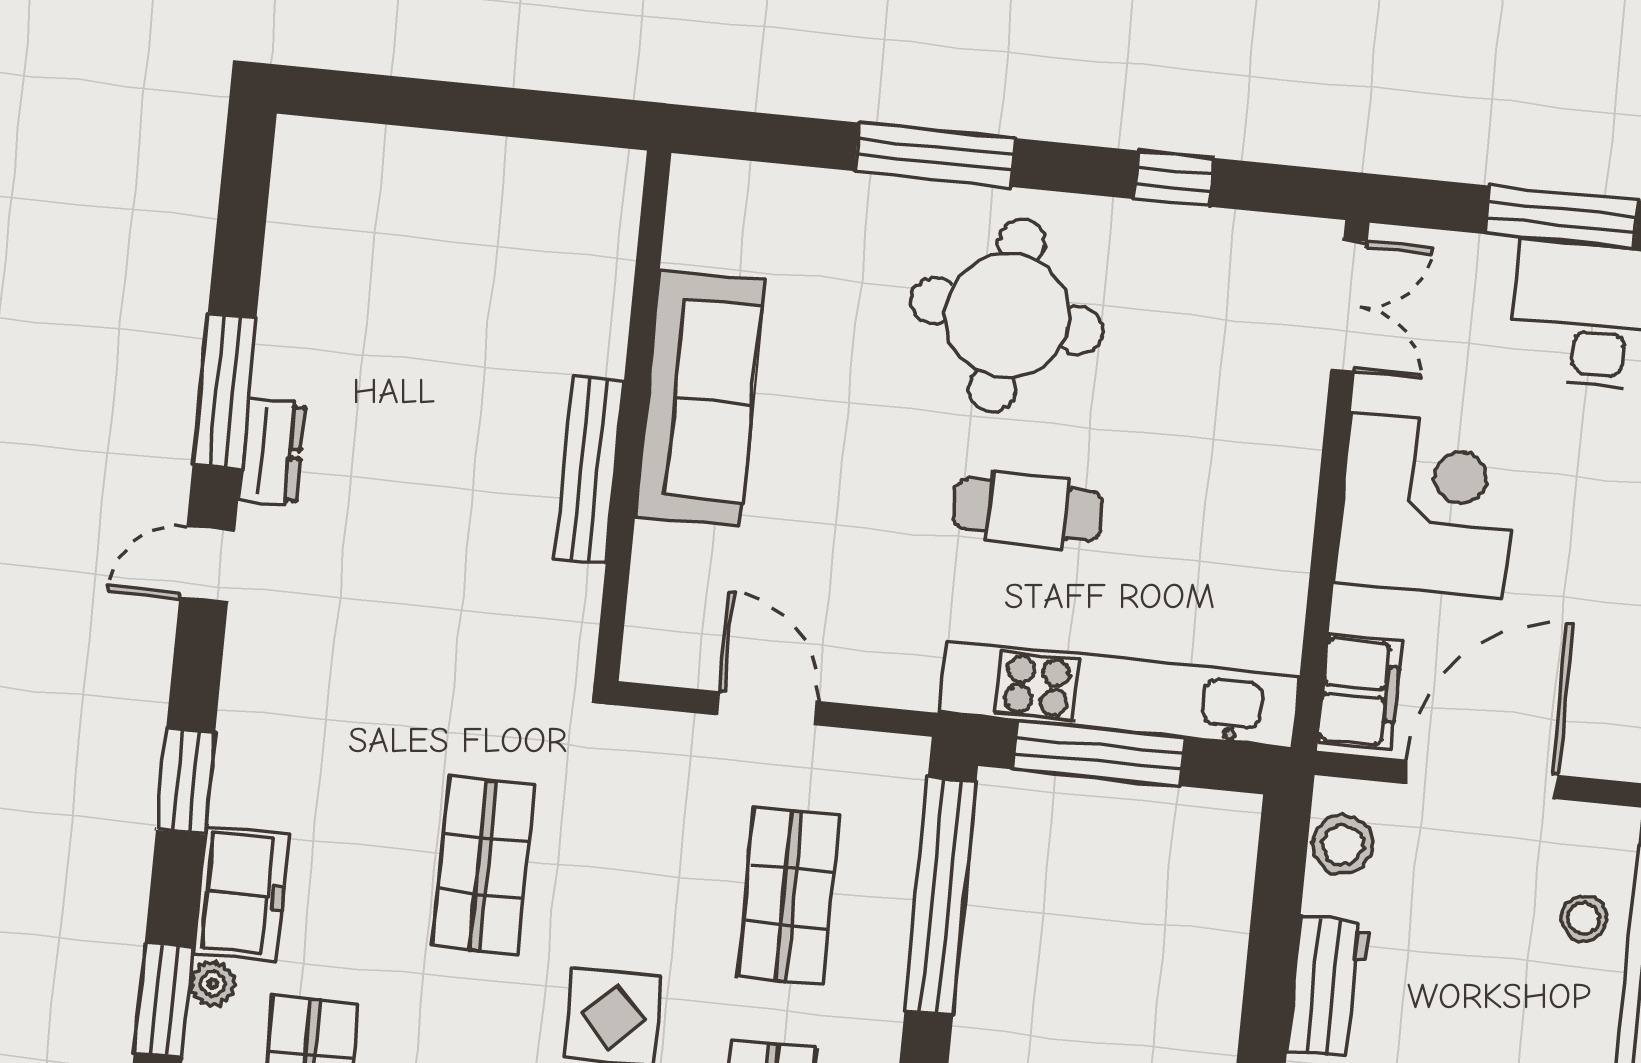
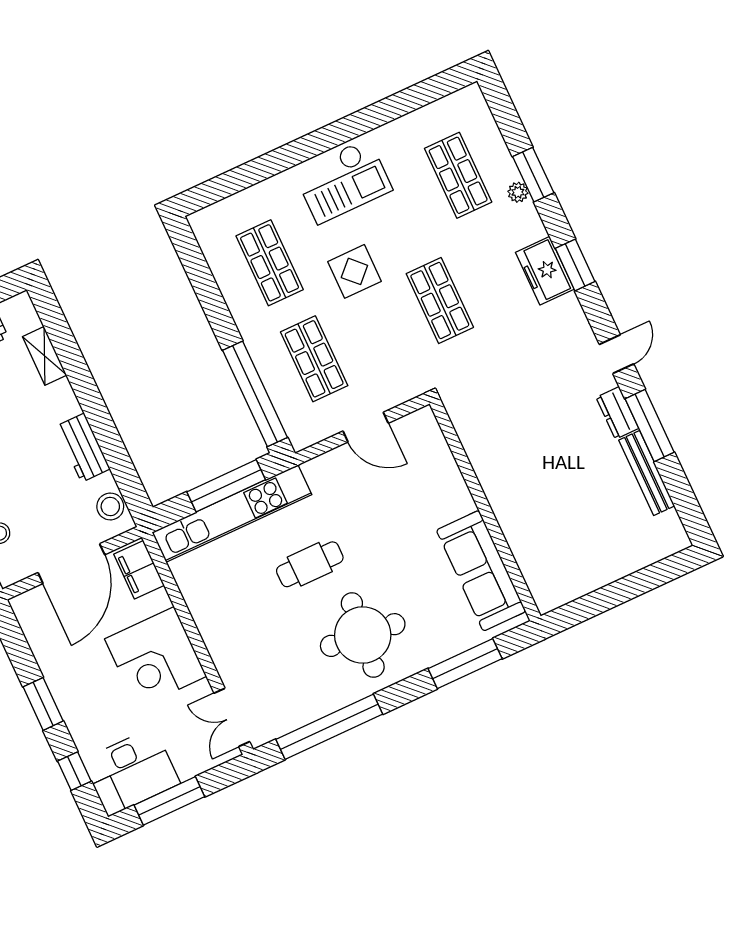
window: (935, 155) -> (465, 664), moved
window: (1174, 179) -> (329, 727), width x3.17
sofa: (700, 399) -> (481, 571), moved
bench: (589, 469) -> (647, 473), moved
freezer: (241, 894) -> (545, 271), moved

